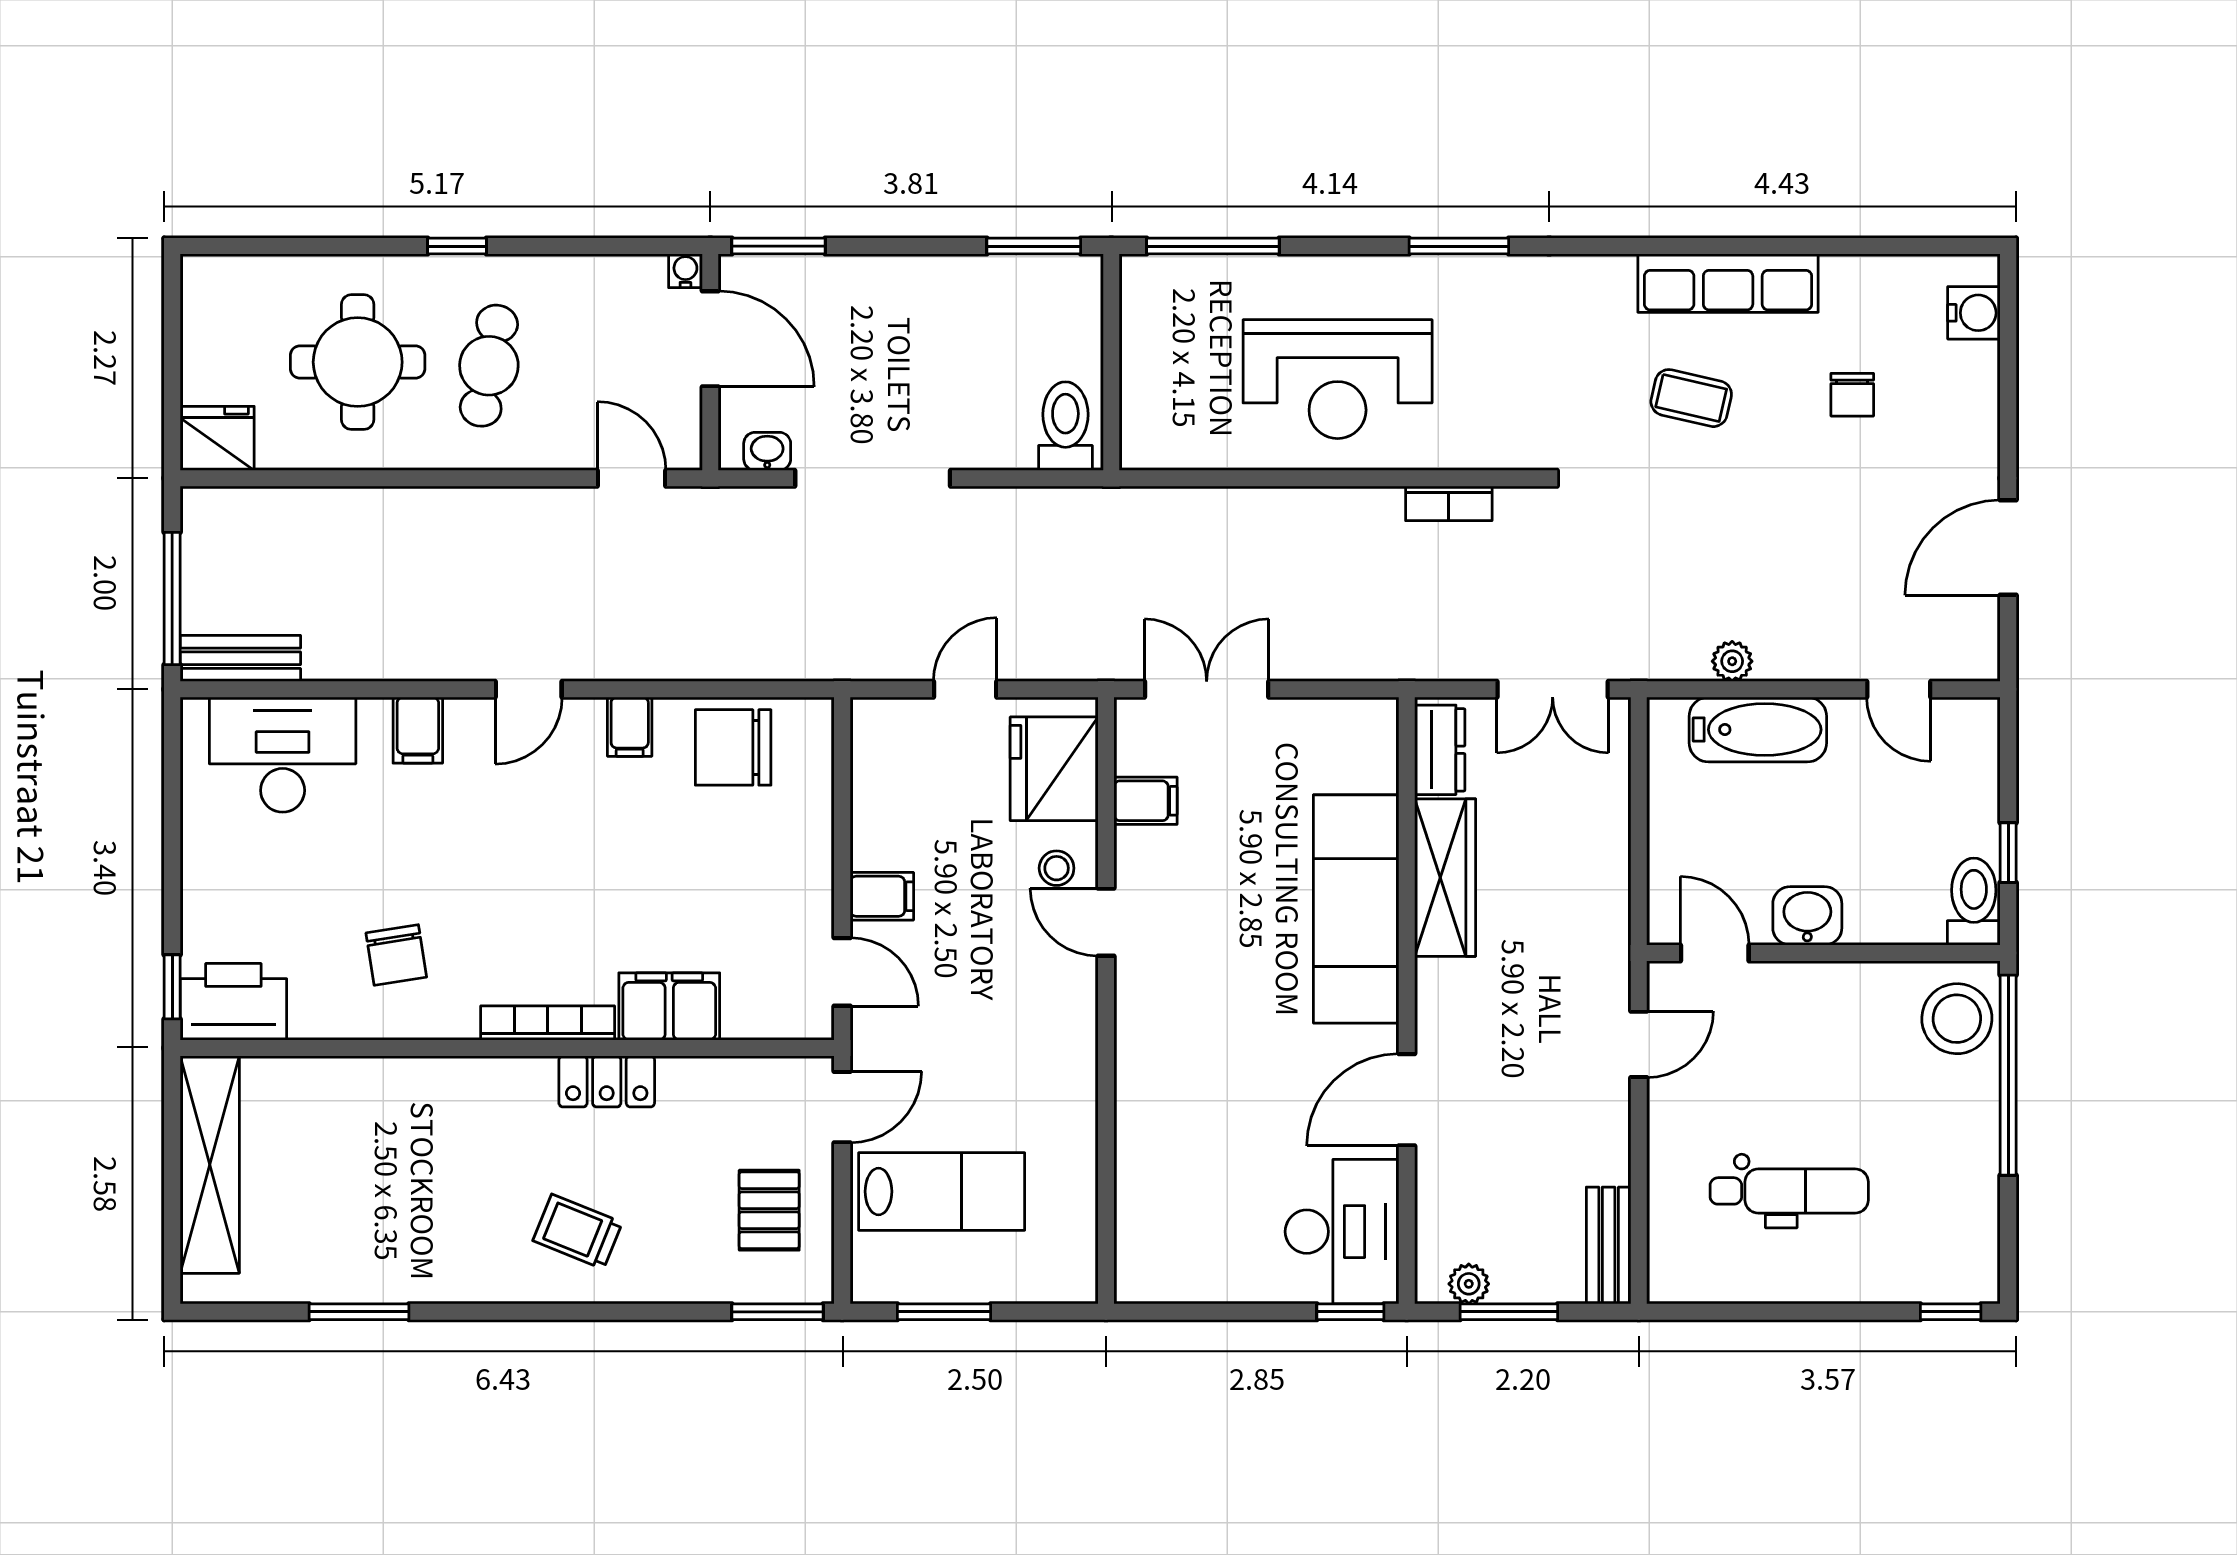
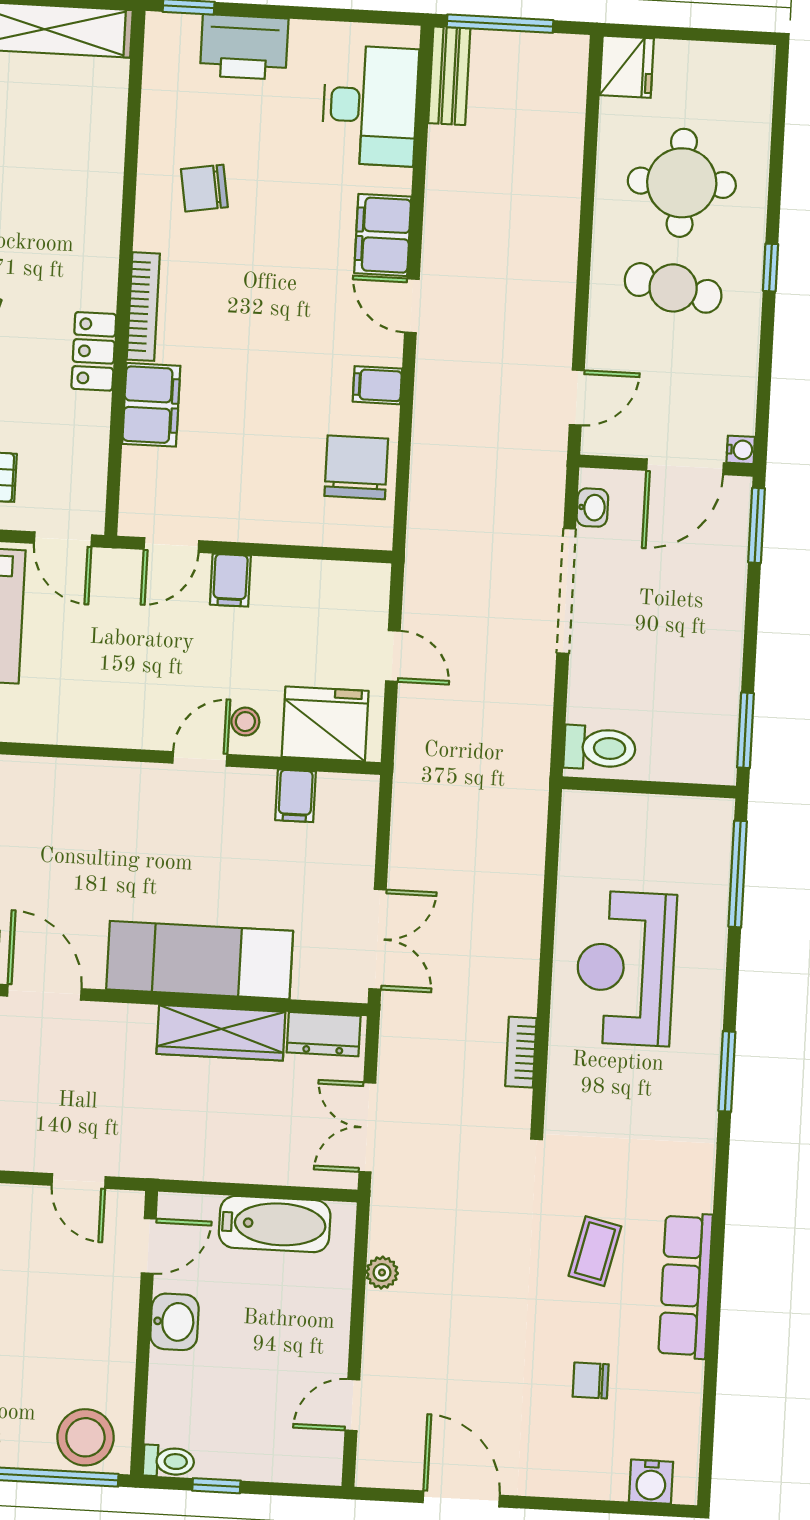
double door: (1207, 689) -> (378, 939), moved
filing cabinet: (418, 730) -> (383, 235), width x2.00
bathtub: (1758, 730) -> (275, 1224), moved, turned -90
toilet: (1974, 902) -> (169, 1461), width x0.73, depth x0.72
printer: (233, 1002) -> (244, 47), moved, turned 90

